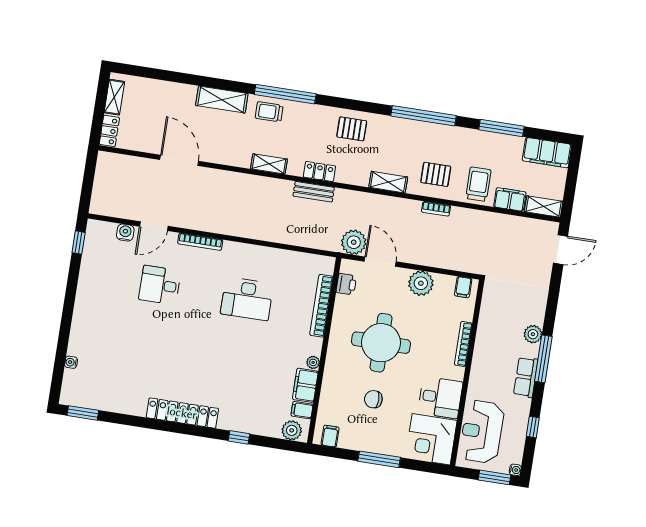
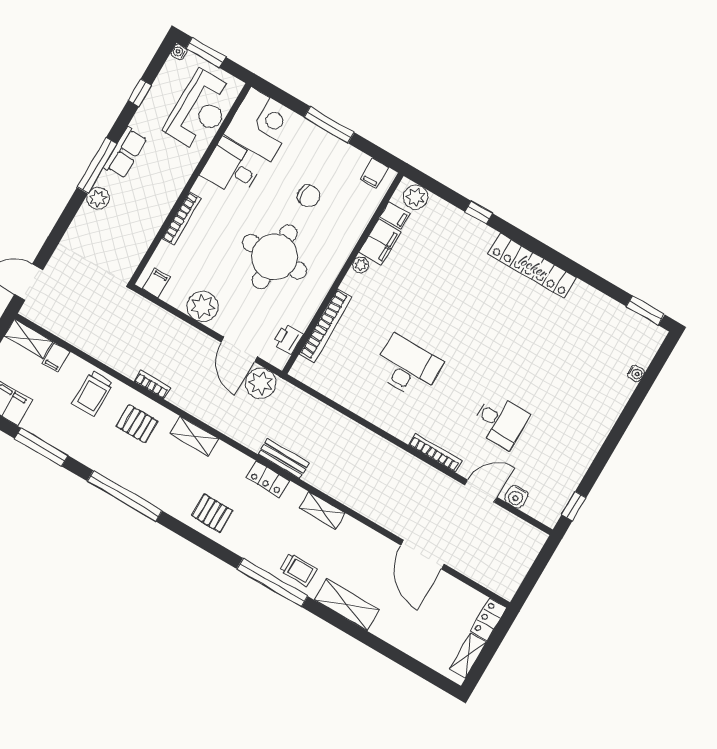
filing cabinet: (510, 199) -> (56, 357), width x0.50

